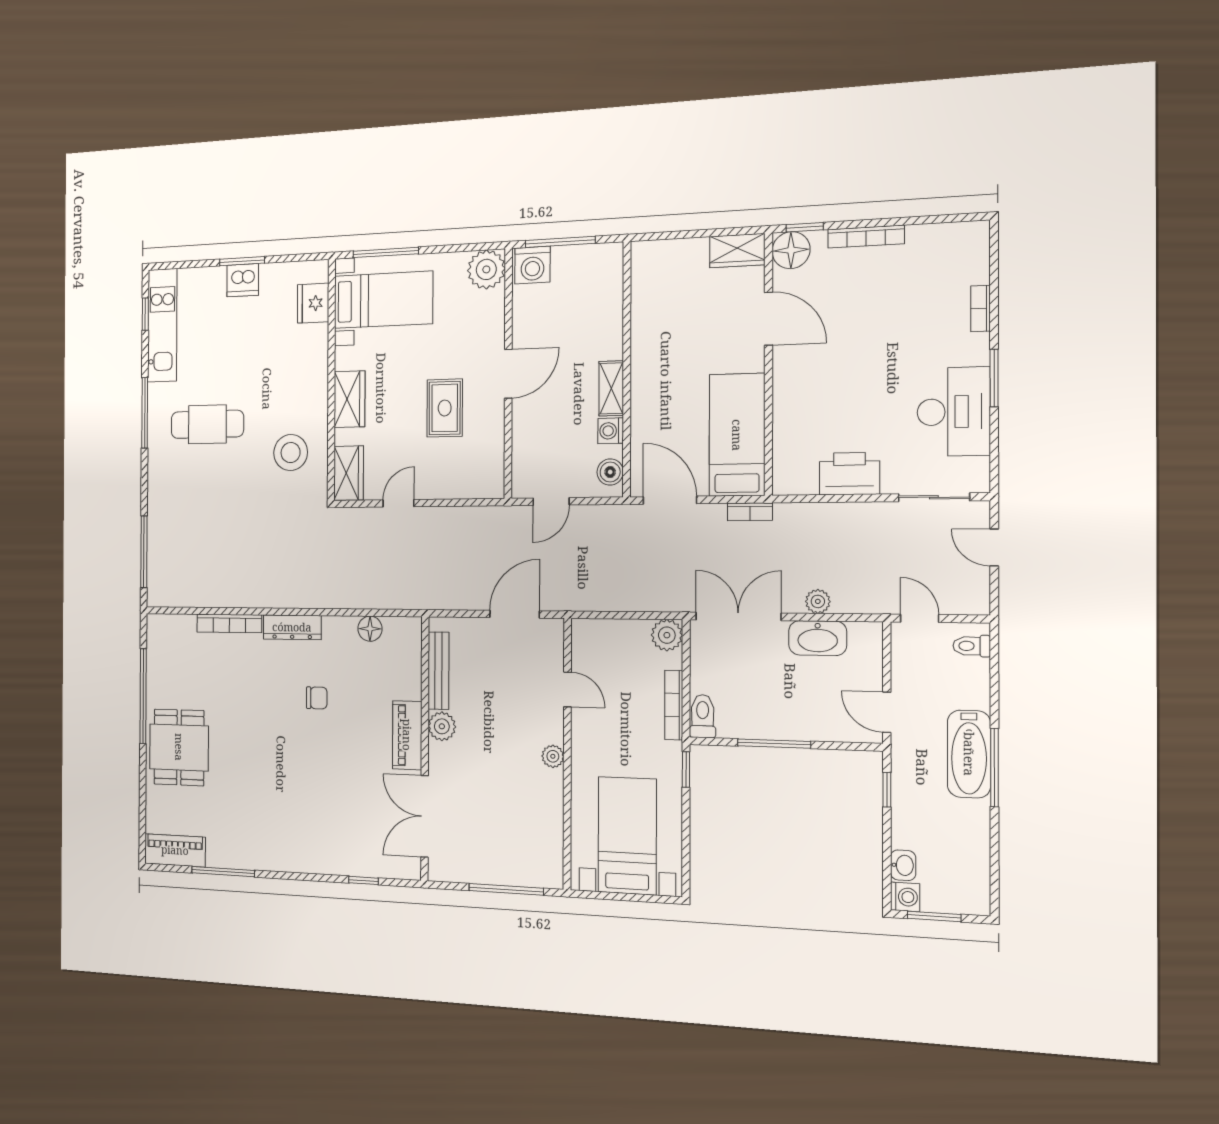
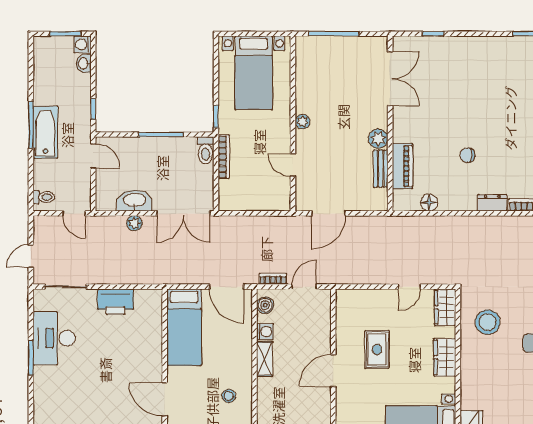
bookcase: (980, 309) -> (39, 400), removed
stool: (667, 328) -> (229, 396), added
bookcase: (750, 512) -> (273, 279), moved
door: (994, 547) -> (31, 256), swing flipped
dresser: (292, 627) -> (492, 203), width x0.70
plant: (667, 635) -> (228, 201), removed
bench: (438, 671) -> (381, 169), width x0.73
piano: (407, 735) -> (402, 166), moved

